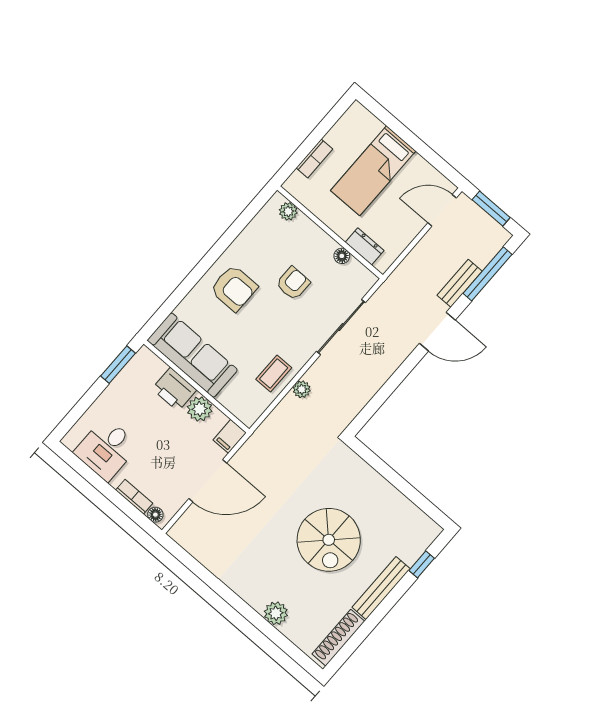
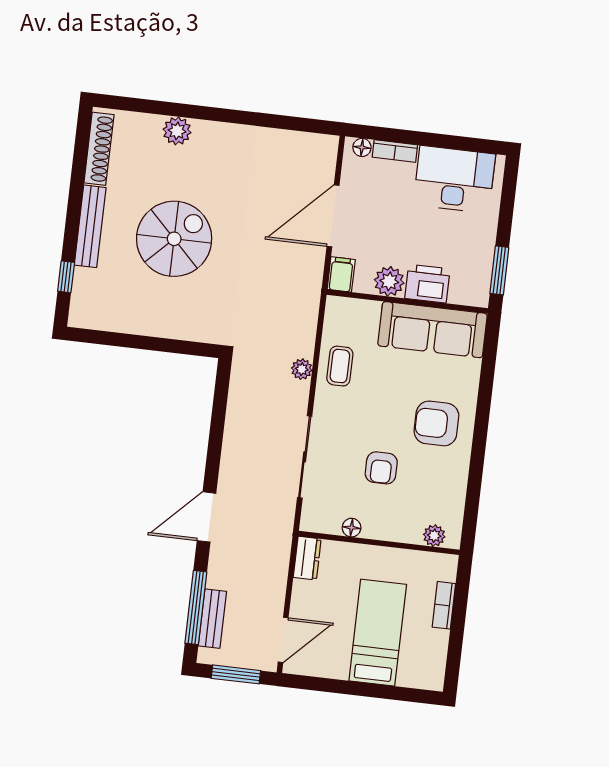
dresser: (365, 246) -> (307, 558), moved, turned -90
bench: (460, 283) -> (212, 619), moved
desk: (106, 449) -> (454, 179), width x1.37
spiral stairs: (329, 540) -> (174, 239), turned 90

